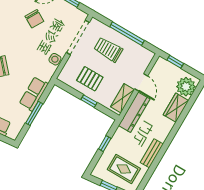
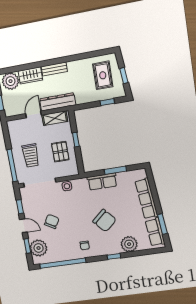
window: (127, 34) -> (12, 165), moved
window: (105, 144) -> (107, 102), moved
bench: (152, 153) -> (54, 69), moved

